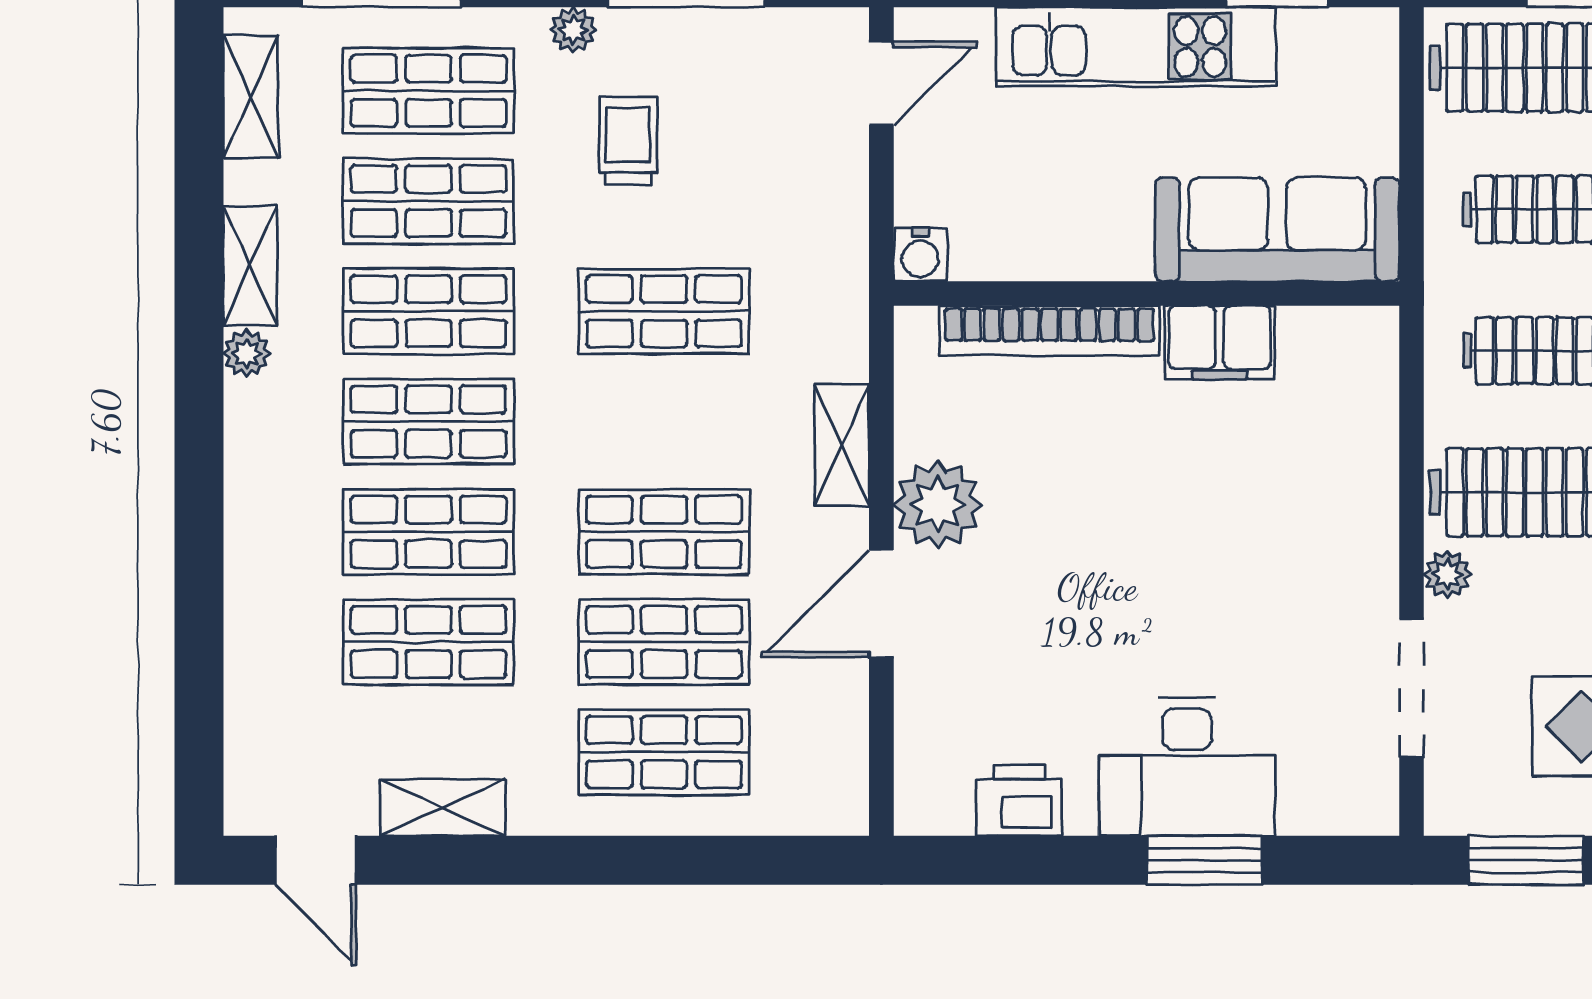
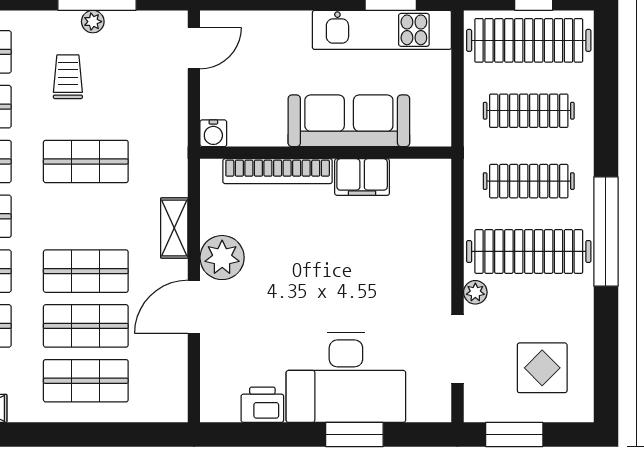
plant: (573, 30) -> (93, 22), moved
kitchen unit: (1136, 47) -> (382, 30), moved
sofa: (1277, 229) -> (349, 121), moved
desk: (1187, 767) -> (346, 378), width x1.36, depth x1.30

